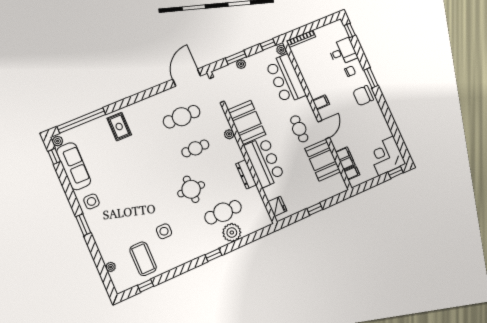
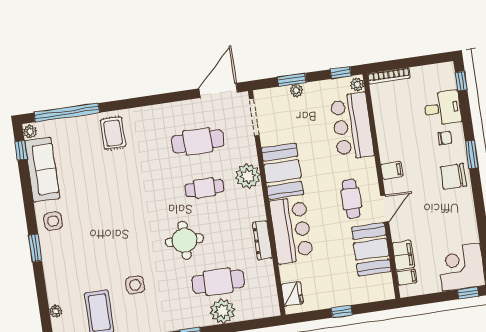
plant: (229, 134) -> (248, 176), width x1.87, depth x1.87

